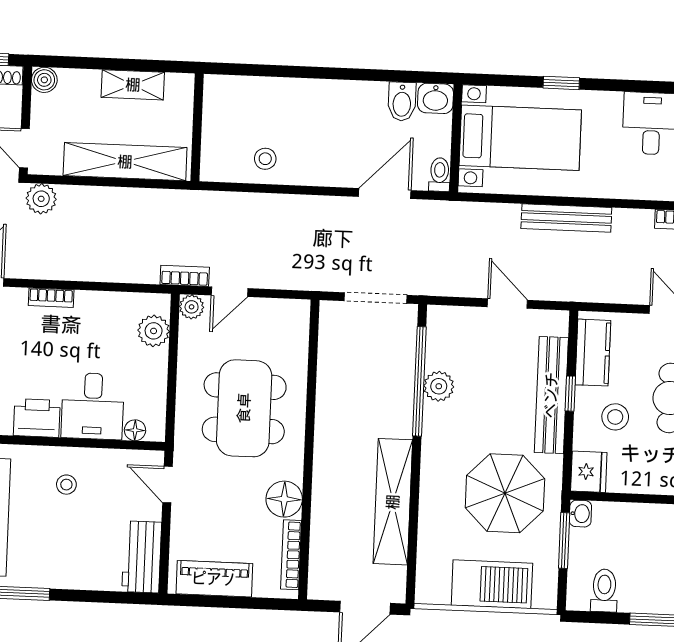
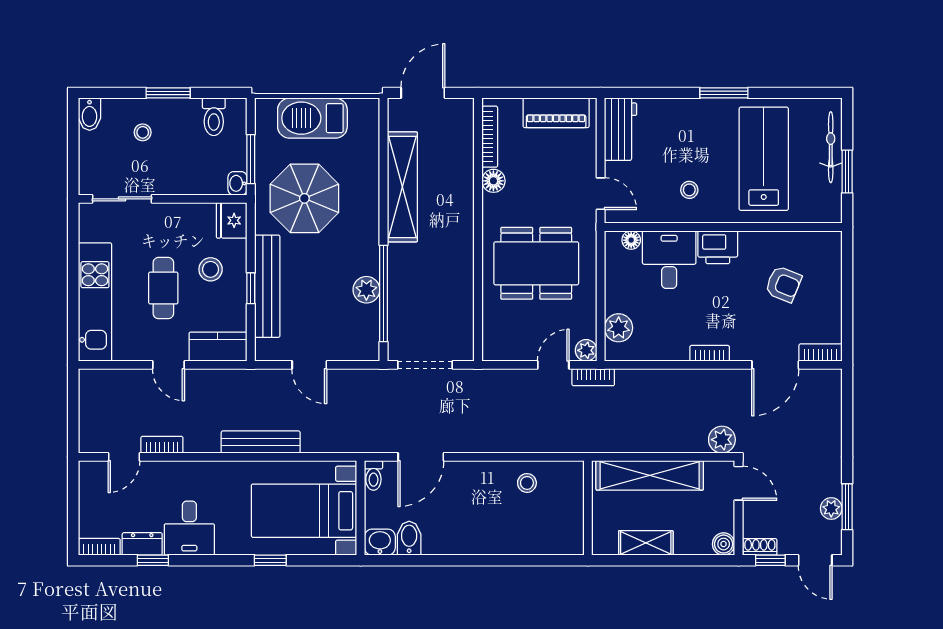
kitchen counter: (593, 353) -> (218, 347), moved, turned 90
dining table: (244, 408) -> (536, 263), turned 90
floor lamp: (284, 499) -> (493, 181), width x0.73, depth x0.73

